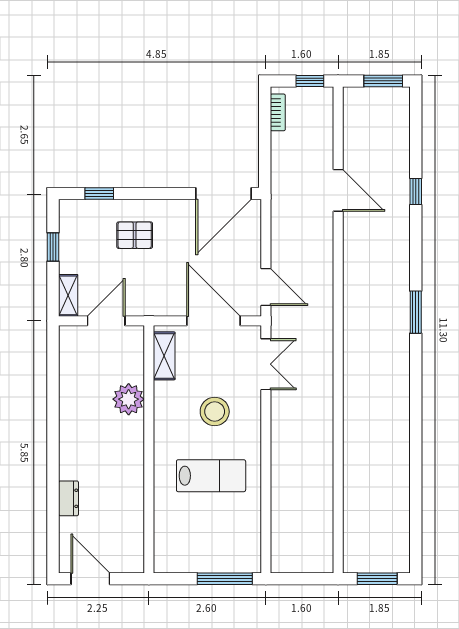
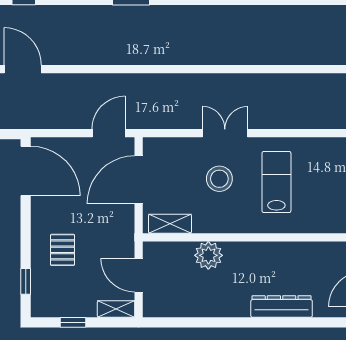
door: (338, 190) -> (23, 69), hinge flipped
double door: (266, 364) -> (225, 133), moved
dresser: (69, 498) -> (282, 306), width x1.96, depth x1.24

